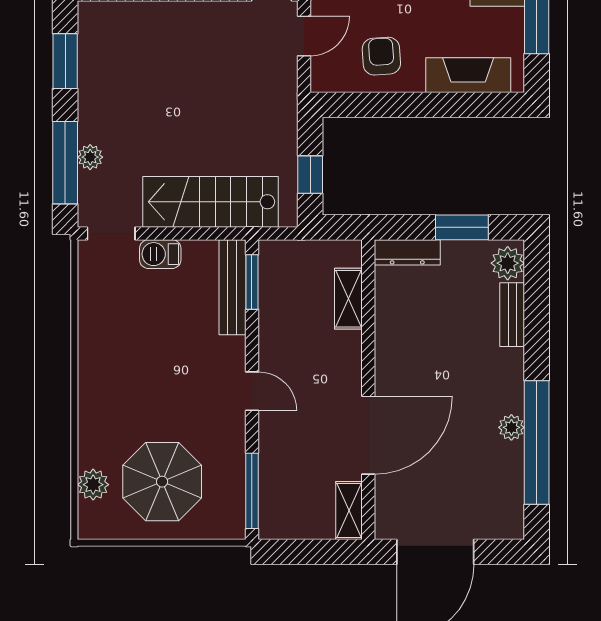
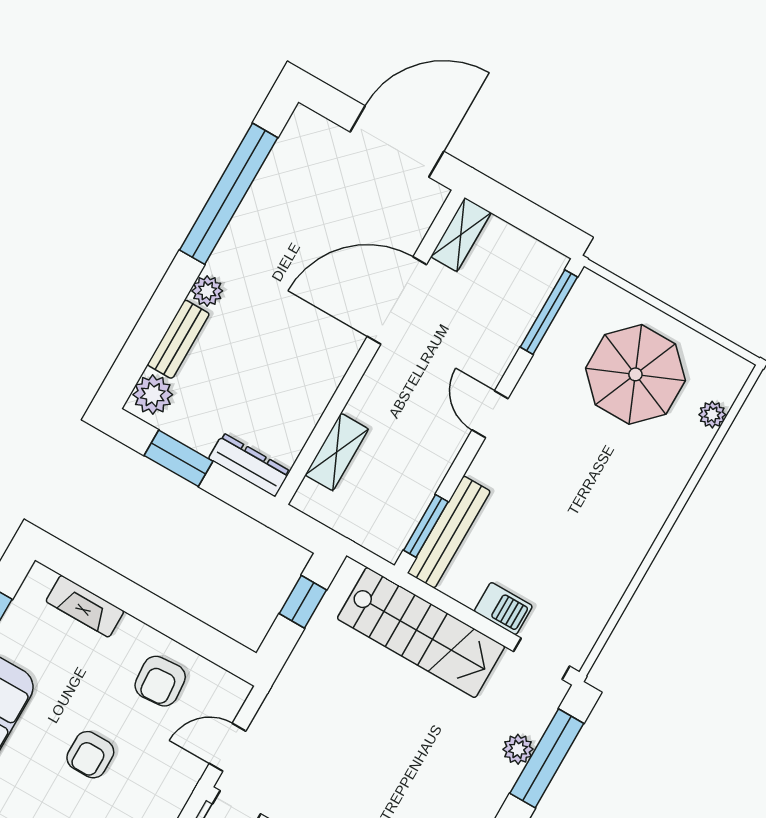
fireplace: (468, 75) -> (85, 606), width x0.73, depth x0.76
plant: (511, 427) -> (207, 291), moved
plant: (93, 485) -> (712, 415), width x0.73, depth x0.73

